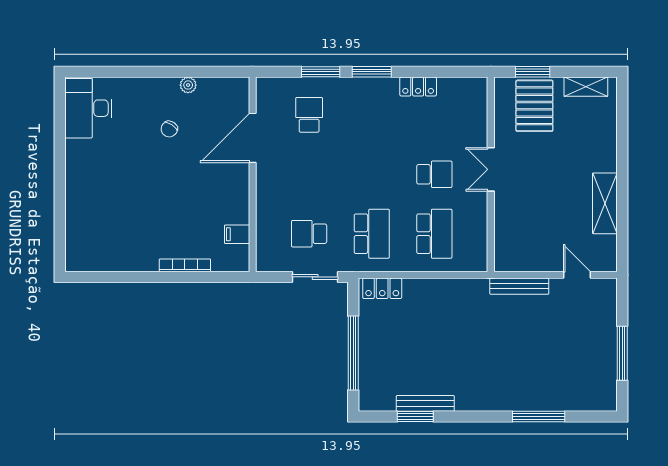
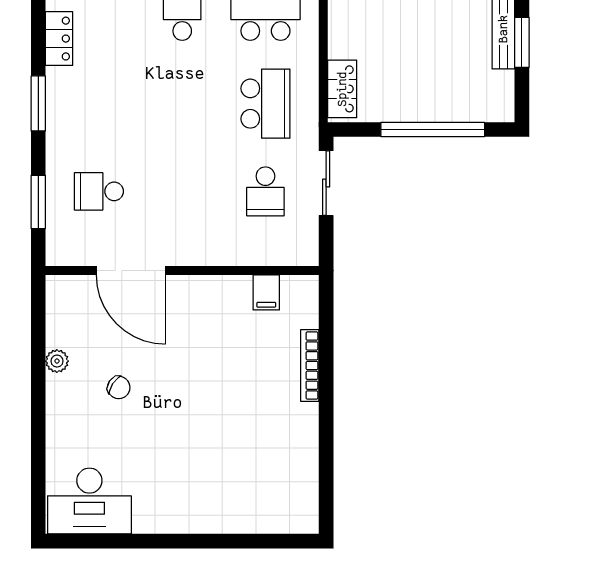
window: (321, 72) -> (38, 202), moved
school desk: (372, 234) -> (265, 104), turned 90

